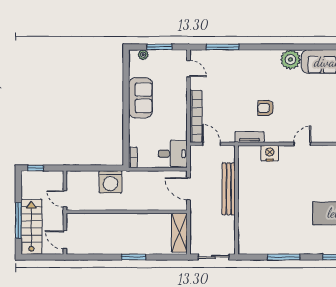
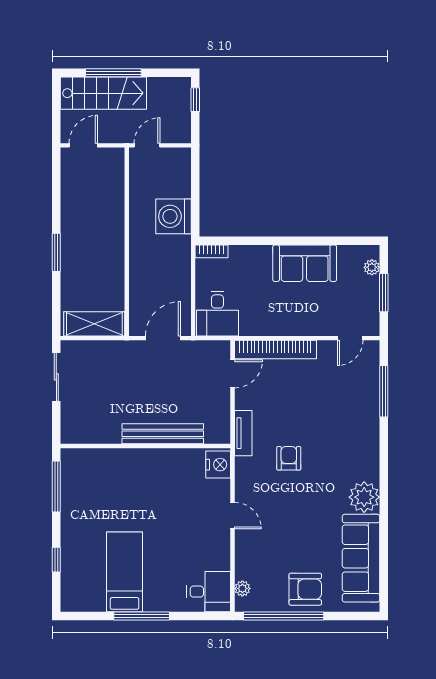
bench: (229, 189) -> (163, 434), moved
wall: (236, 200) -> (145, 446), moved

